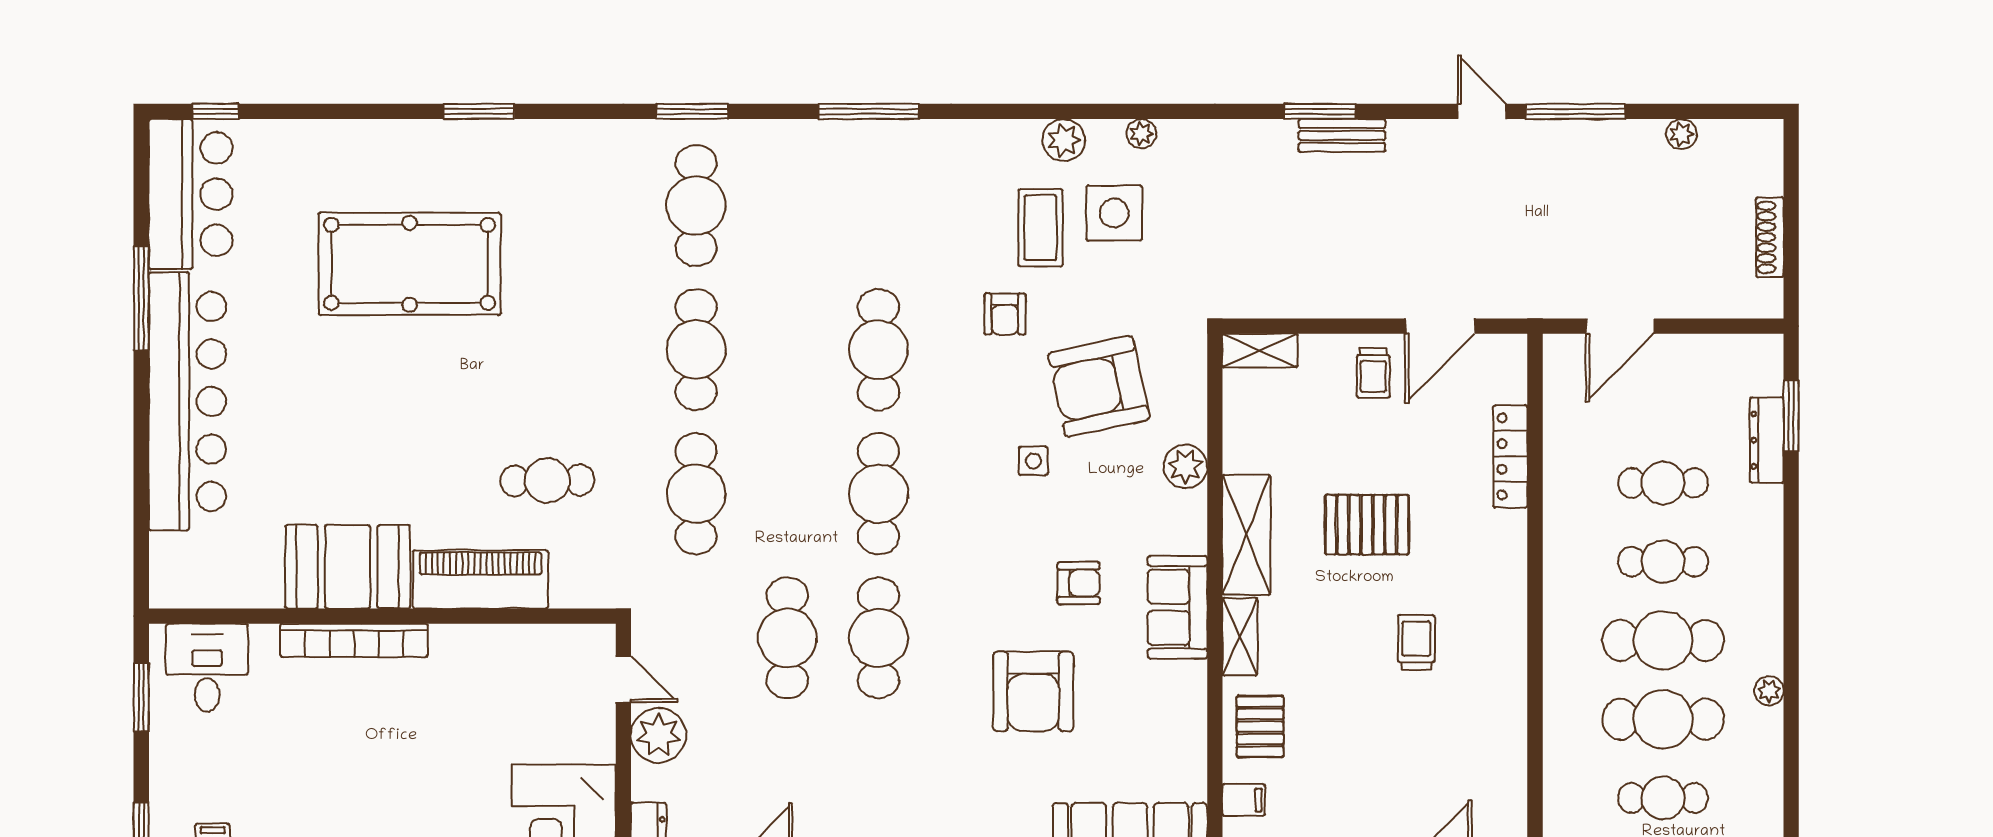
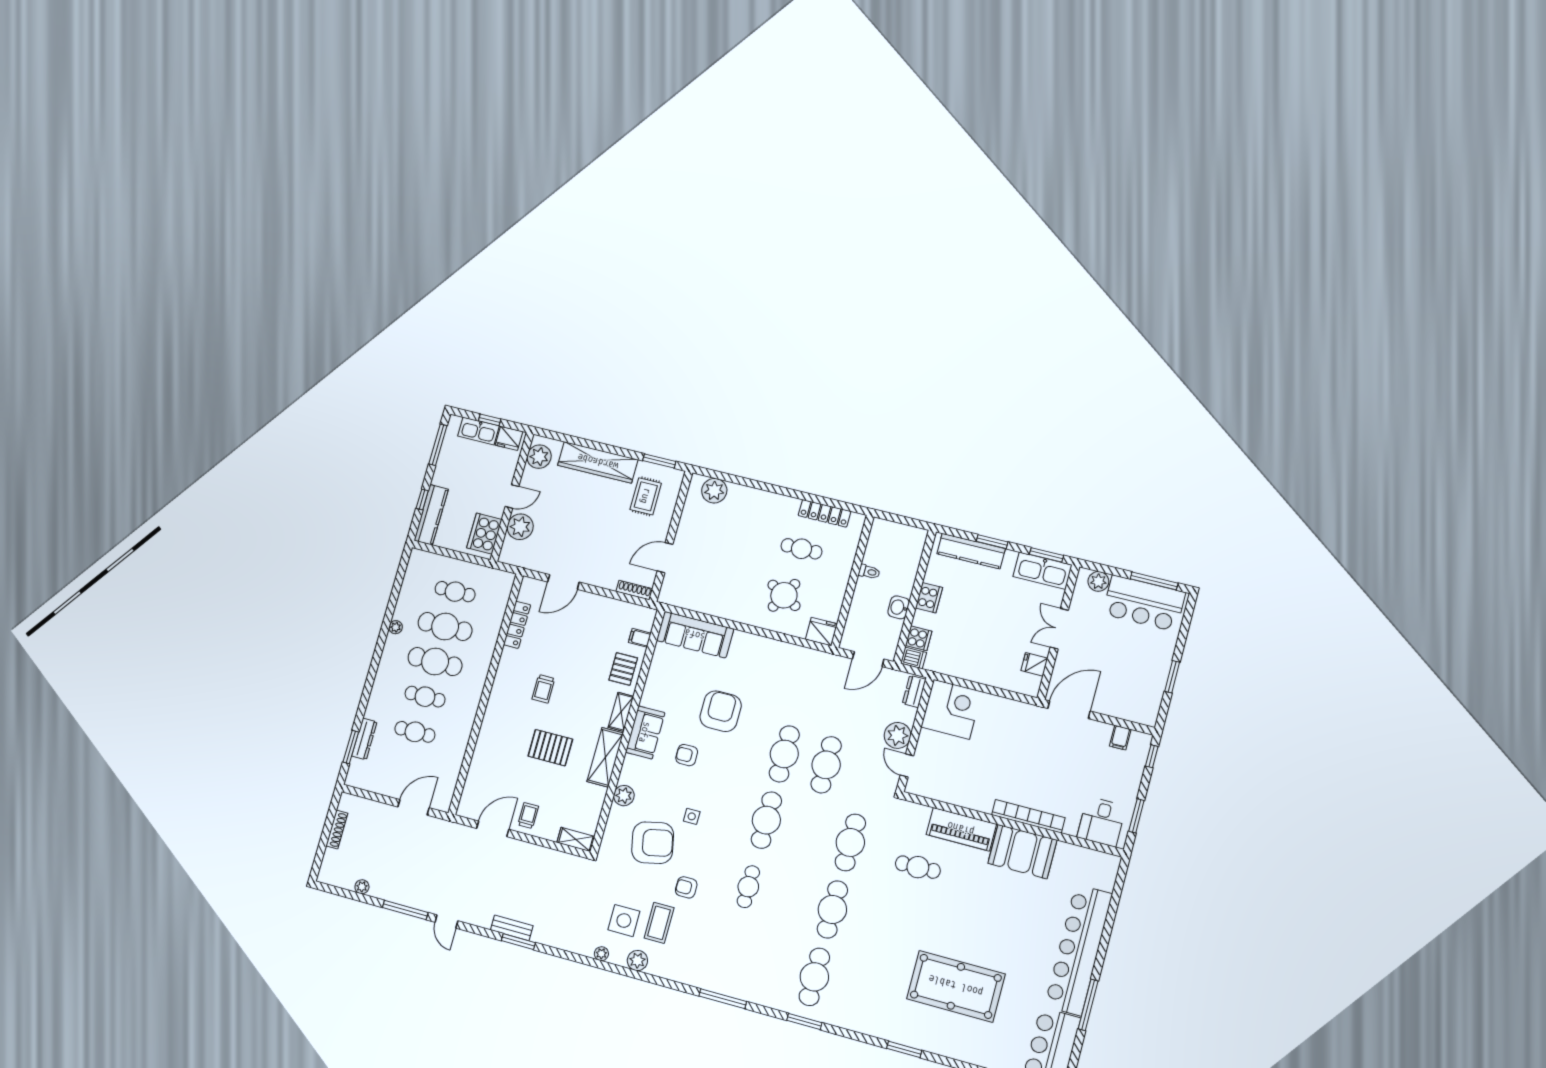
armchair: (1005, 314) -> (686, 887), turned -90
cafe table: (878, 350) -> (748, 887), width x0.73, depth x0.74
locker: (1510, 456) -> (517, 625), moved

